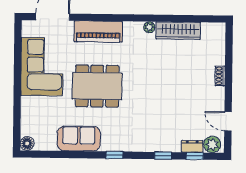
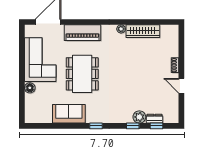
dining table: (97, 86) -> (82, 74), turned 90
door: (228, 121) -> (181, 86), moved
floor lamp: (27, 144) -> (30, 88), moved
plant: (212, 144) -> (139, 117), moved

